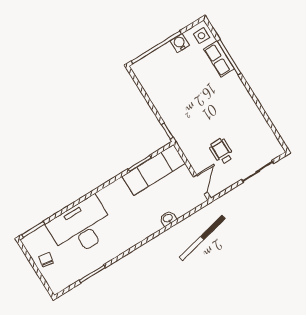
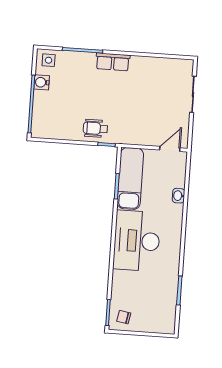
row of seats: (219, 59) -> (113, 62), moved
wheelchair: (222, 151) -> (95, 128), moved
door: (200, 184) -> (170, 149), hinge flipped
desk: (81, 227) -> (137, 241), moved
chair: (46, 260) -> (124, 317), moved

